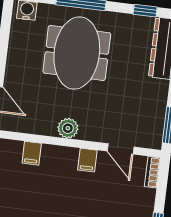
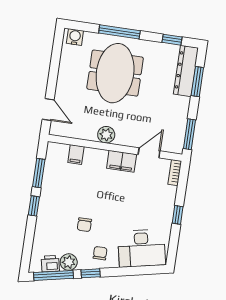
door: (121, 149) -> (149, 153), swing flipped
filing cabinet: (87, 160) -> (122, 161), width x2.00

